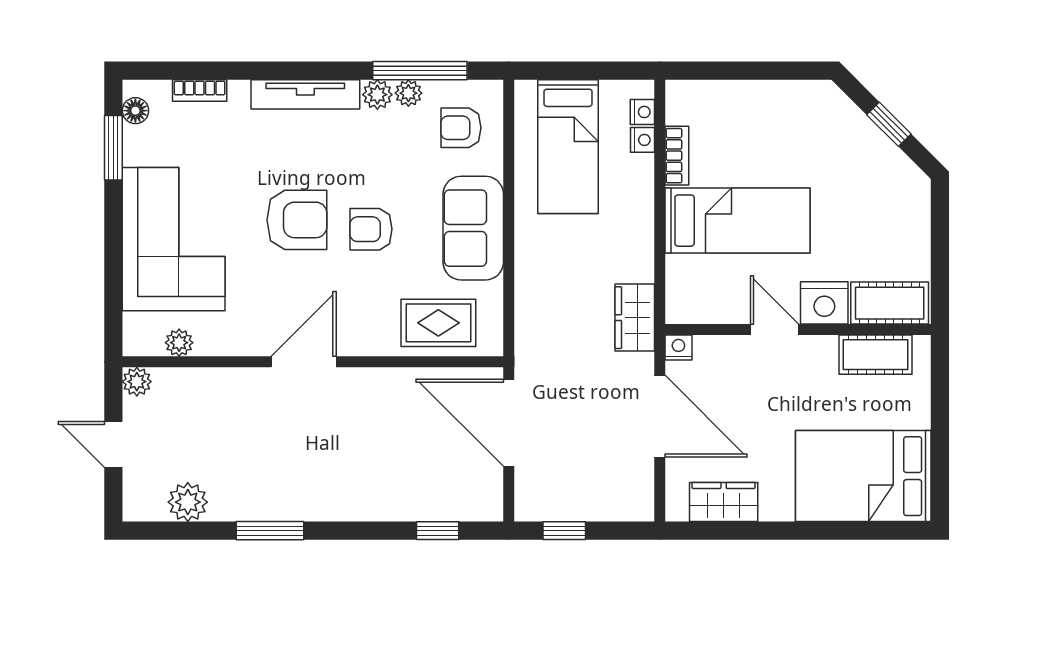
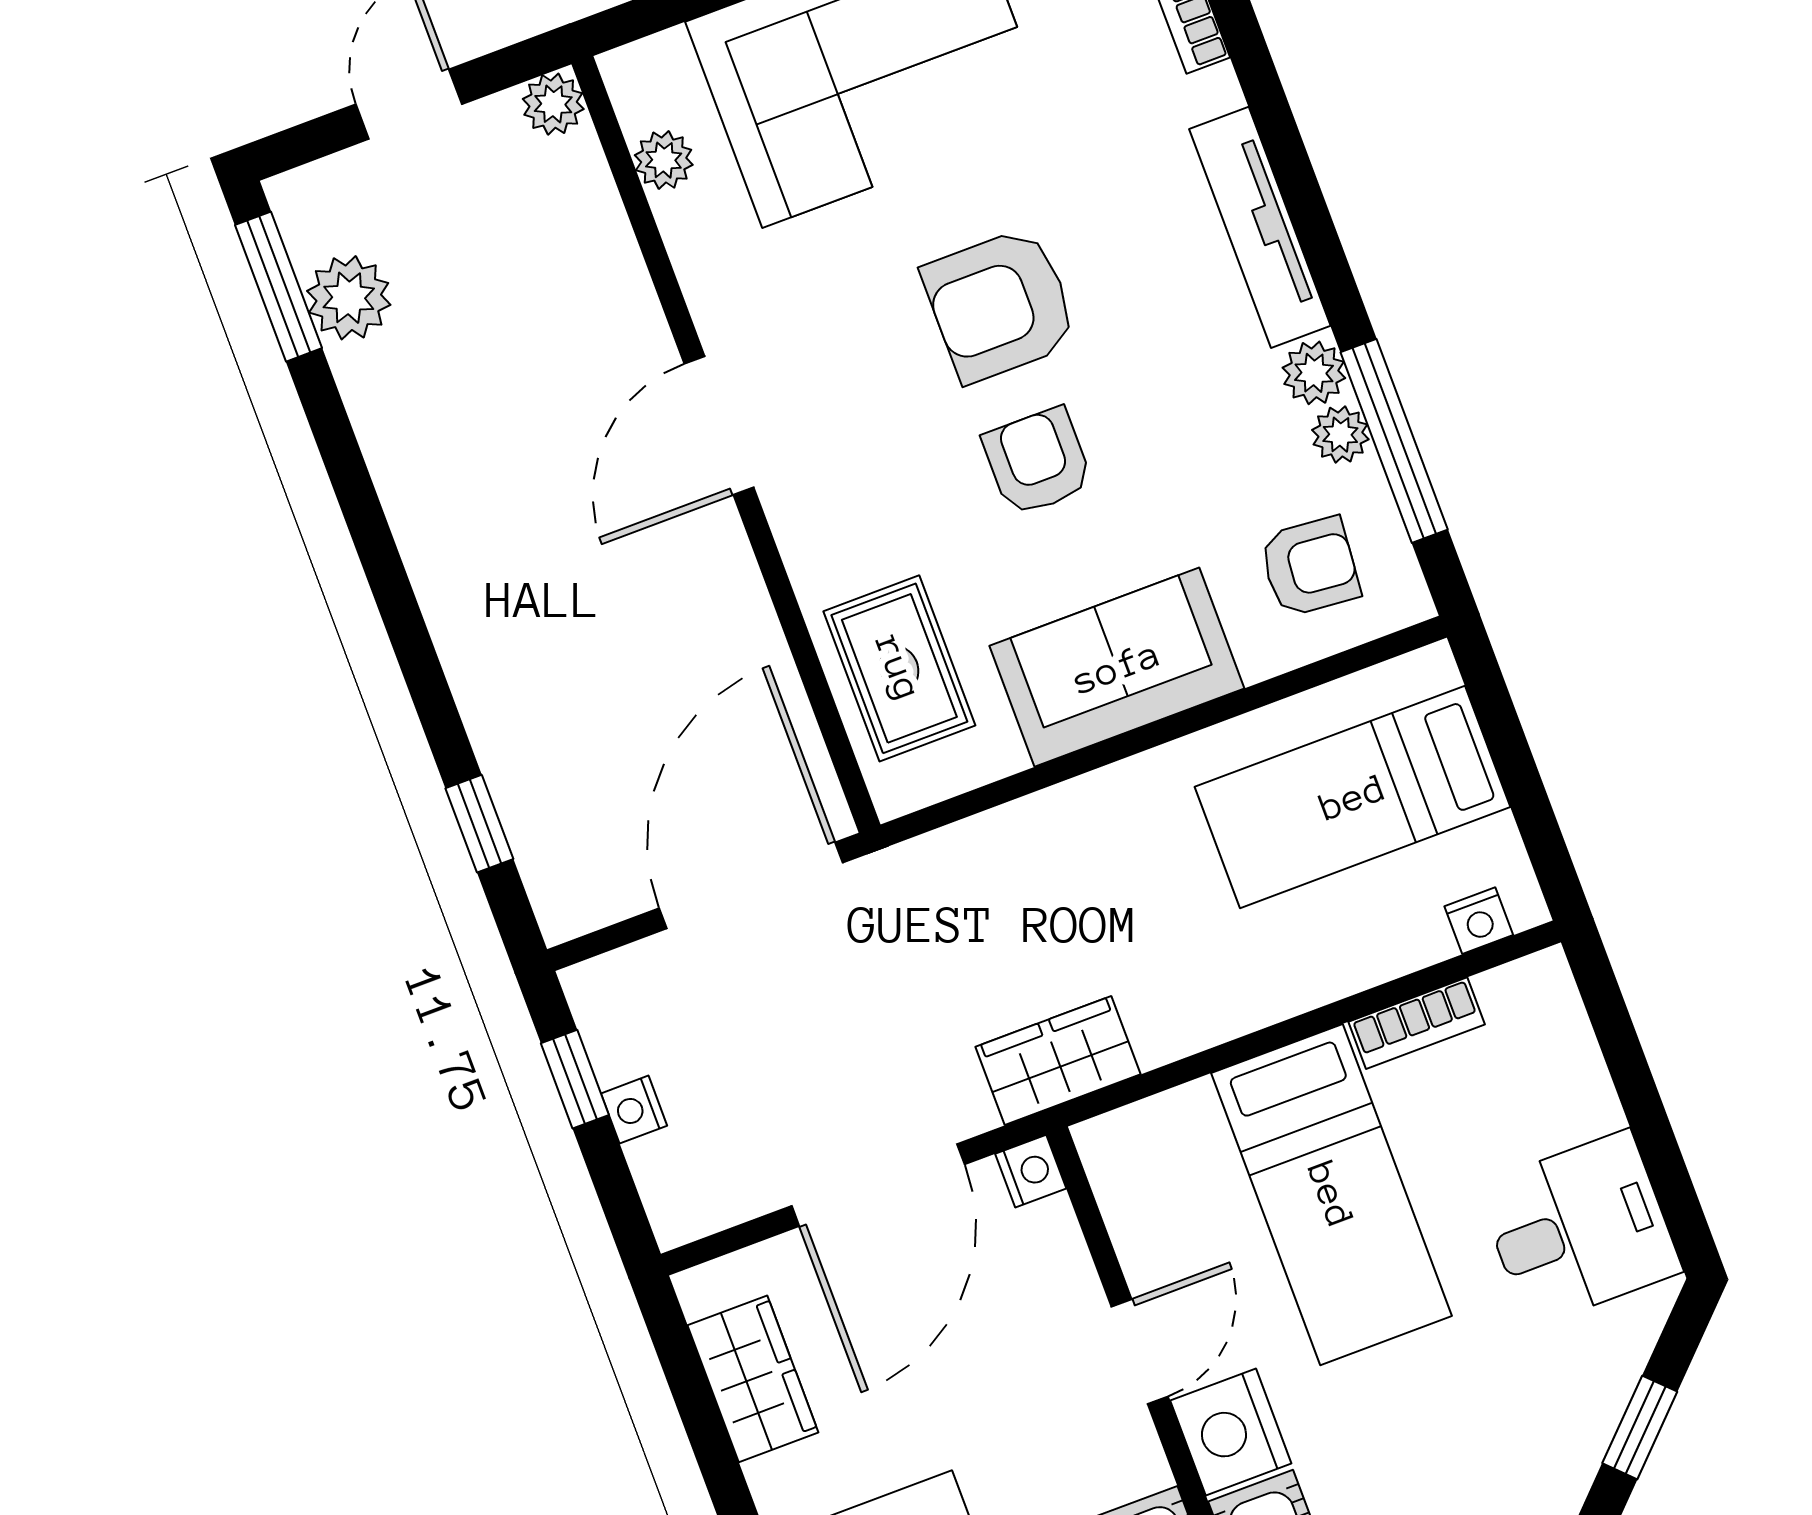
desk: (793, 118) -> (1579, 1229), added
armchair: (461, 128) -> (1310, 567), turned 95
nightstand: (642, 140) -> (634, 1110), moved, turned 90
armchair: (297, 220) -> (1000, 305), turned 90
door: (304, 362) -> (719, 426), swing flipped
window: (270, 531) -> (279, 287), moved

